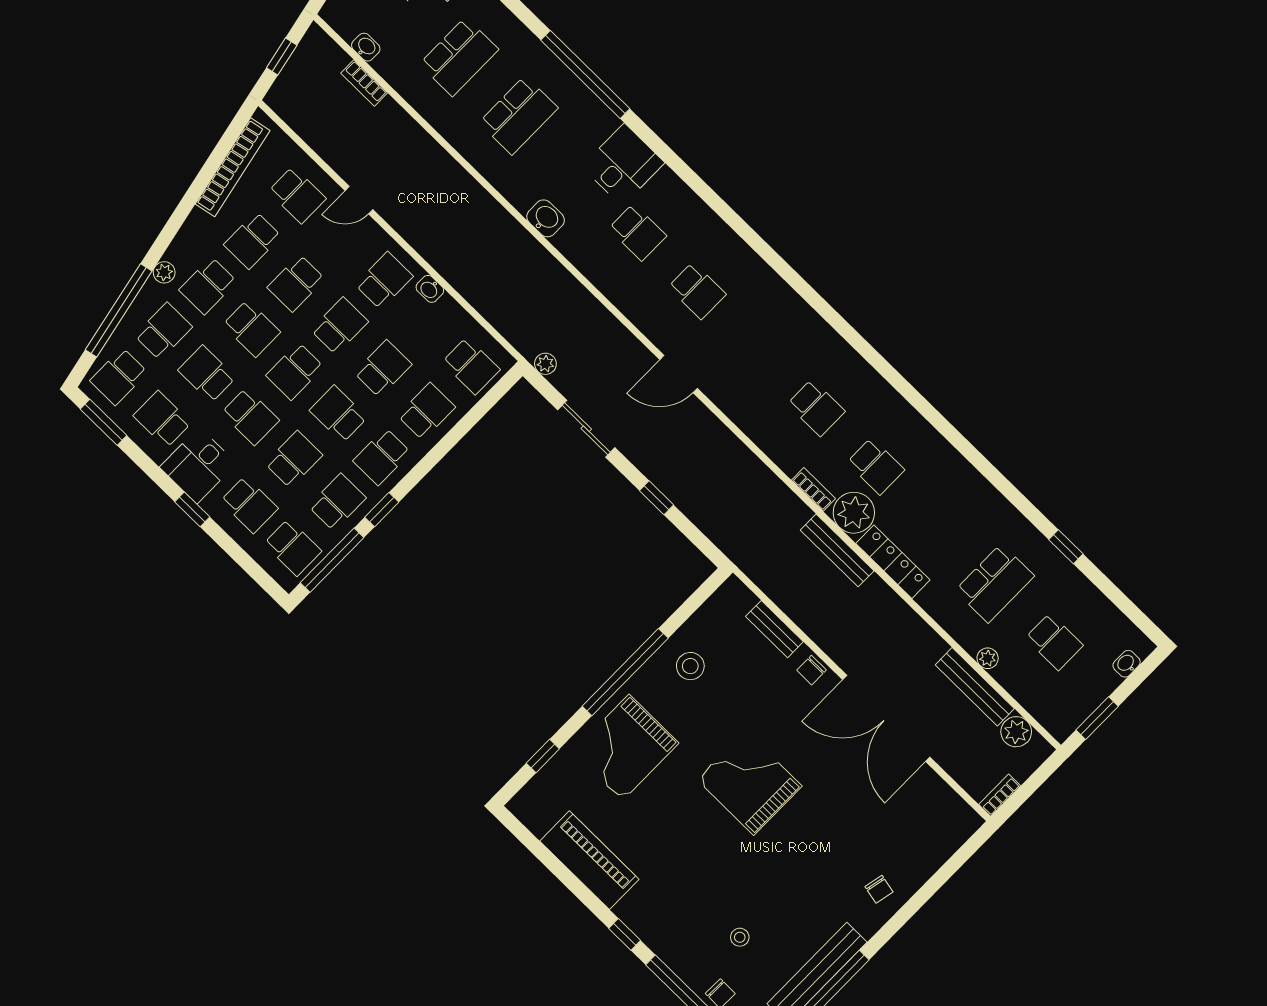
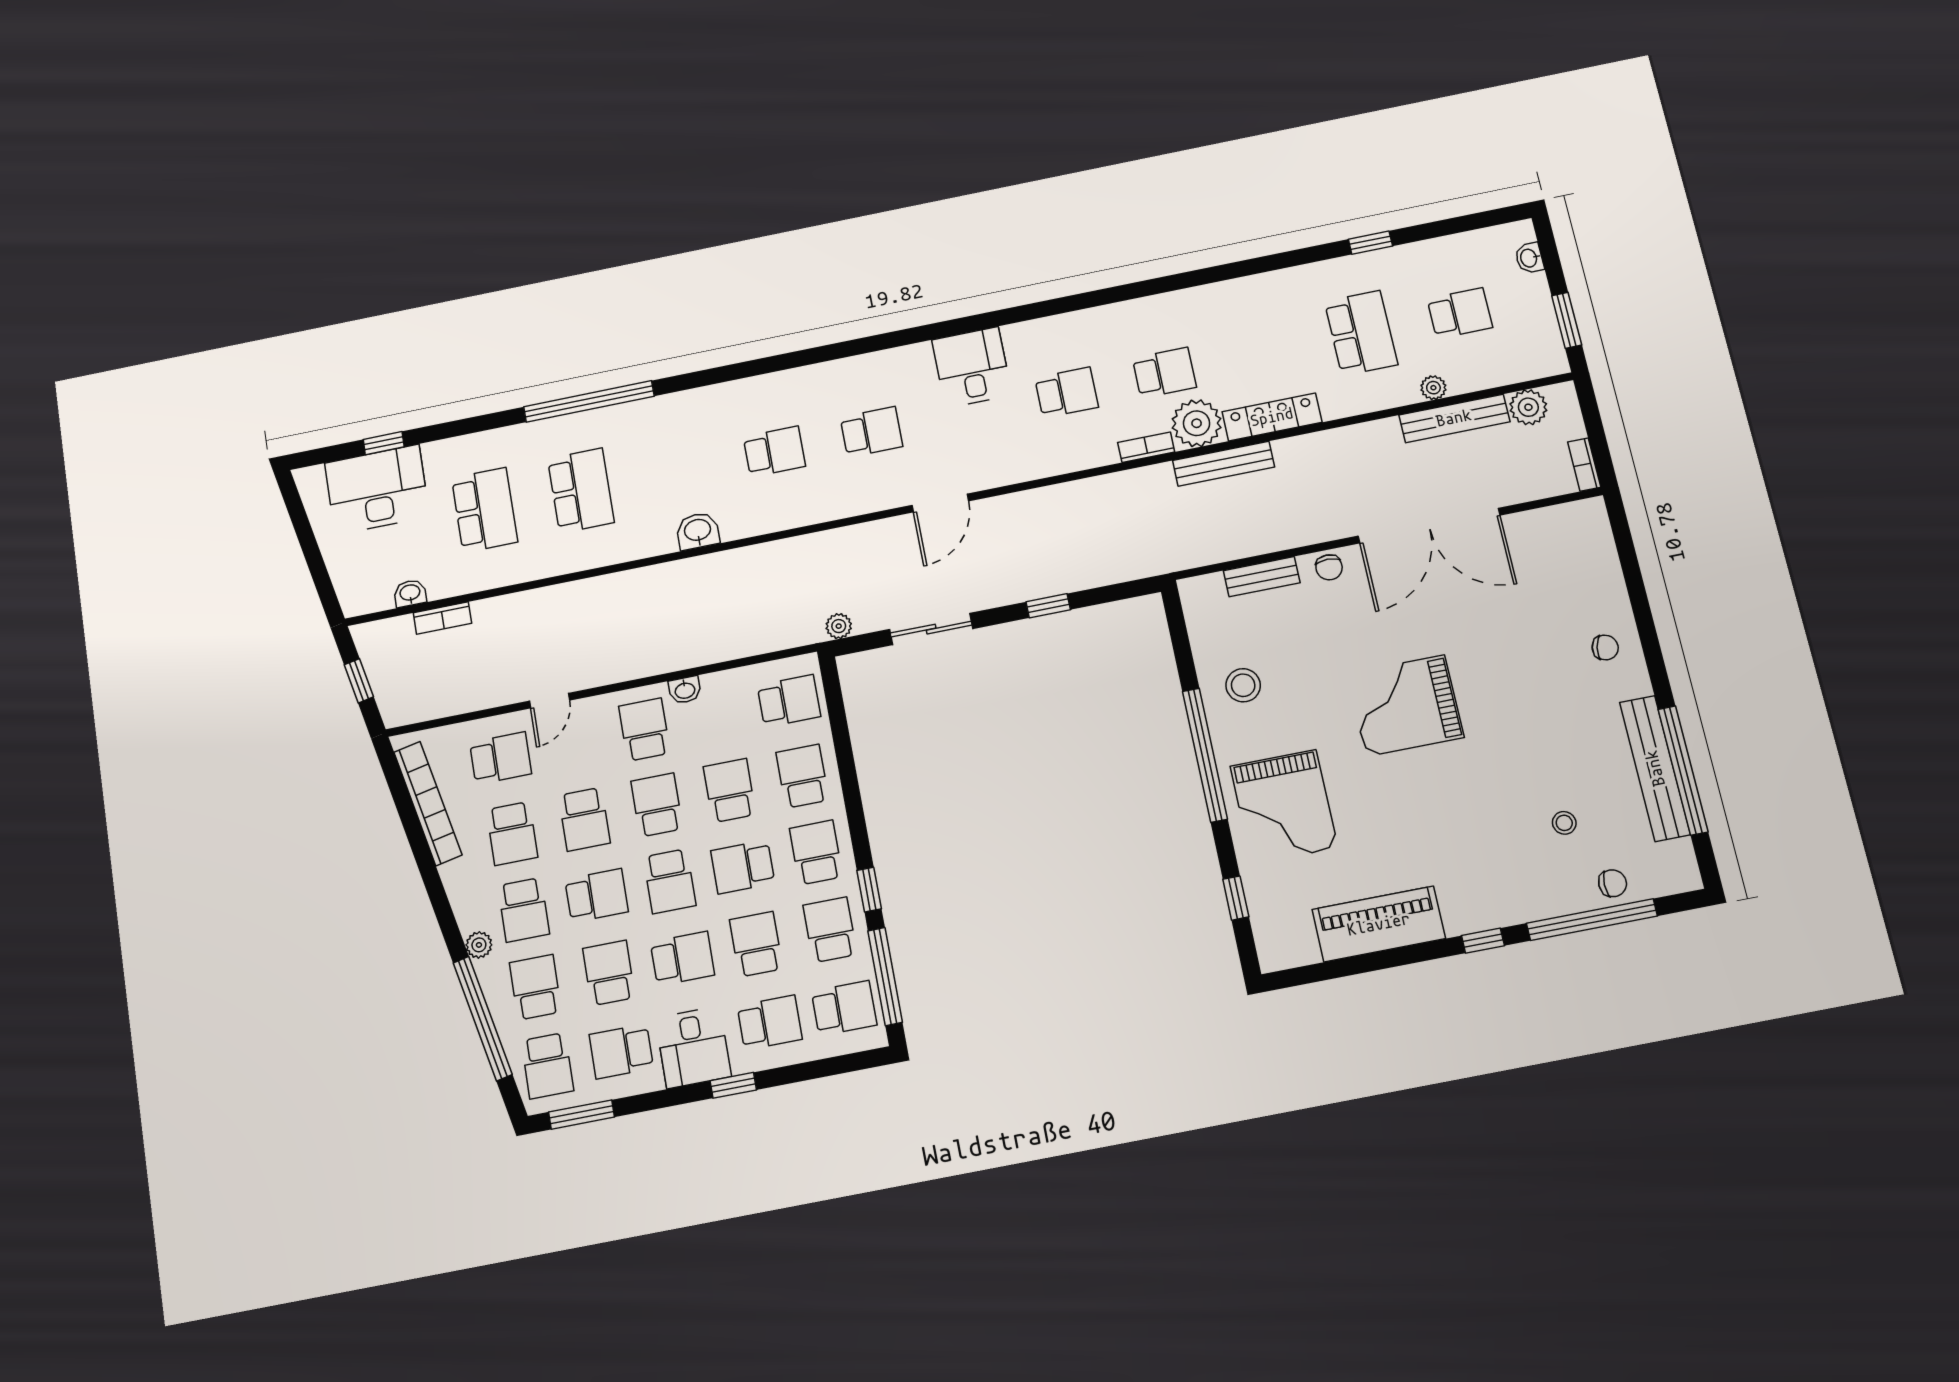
desk: (623, 165) -> (972, 367), moved
school desk: (207, 374) -> (609, 973), turned 90
school desk: (382, 457) -> (816, 852), turned 180

